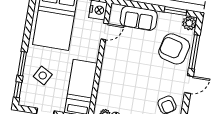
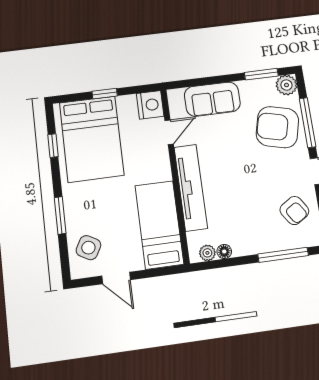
tv unit: (107, 71) -> (191, 188), added
side table: (43, 75) -> (88, 248), moved
window: (18, 90) -> (53, 146), moved

